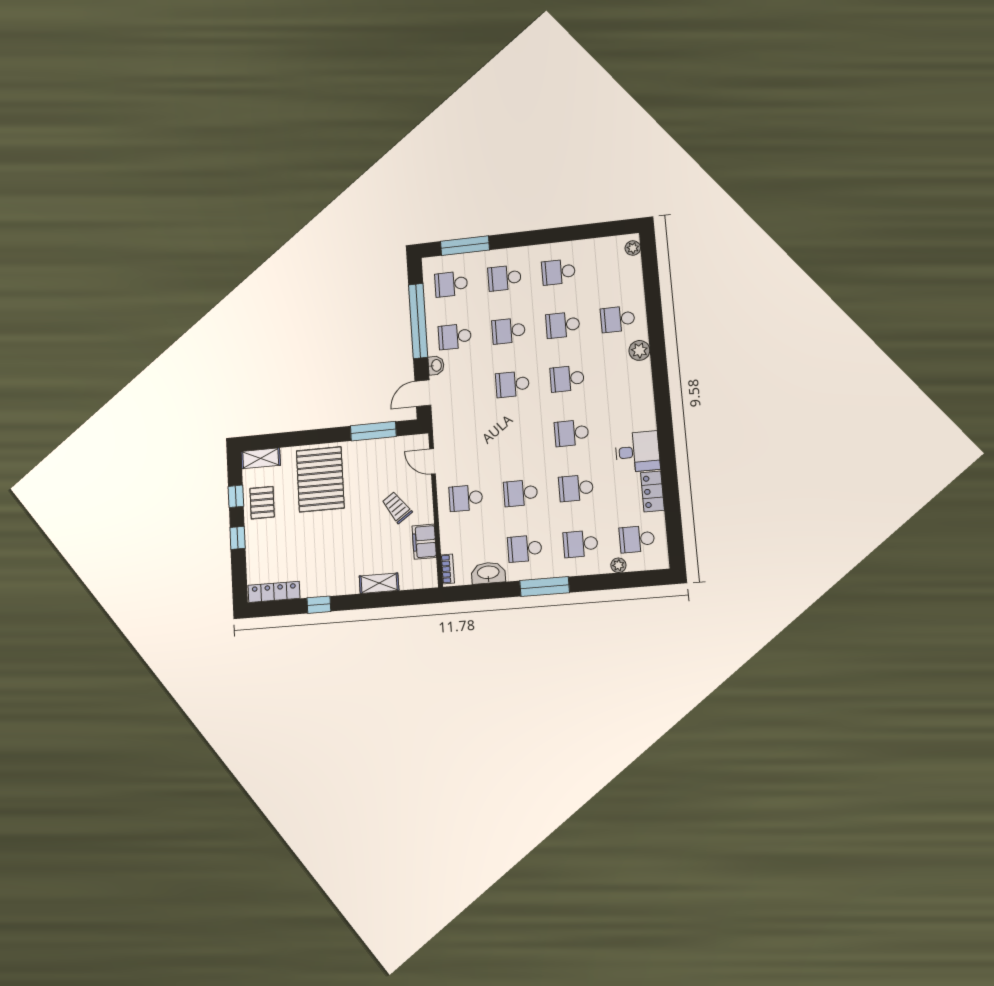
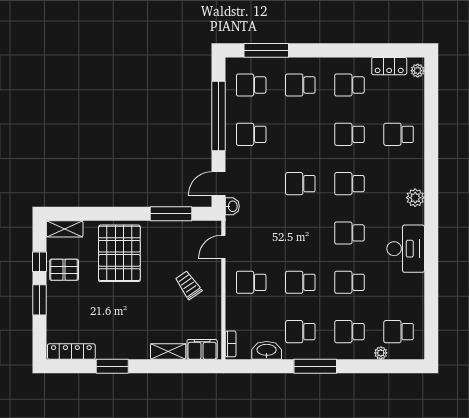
school desk: (508, 331) -> (300, 134), removed
plant: (639, 350) -> (415, 198), moved
washbasin: (436, 365) -> (232, 206), moved
desk: (637, 452) -> (406, 249), width x1.37
door: (432, 461) -> (223, 247), hinge flipped
locker: (652, 491) -> (389, 66), moved, turned -90
pallet: (262, 503) -> (64, 270), turned 90
window: (238, 538) -> (40, 300), width x1.50
filing cabinet: (424, 542) -> (202, 349), moved, turned 90
window: (319, 605) -> (112, 366), width x1.50

